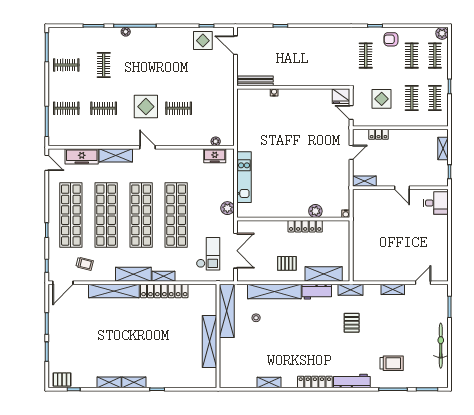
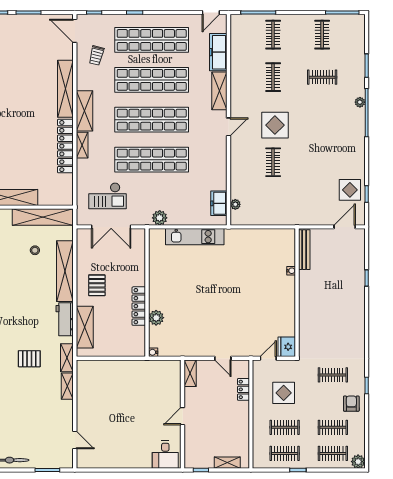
shelving: (393, 289) -> (67, 386), moved

